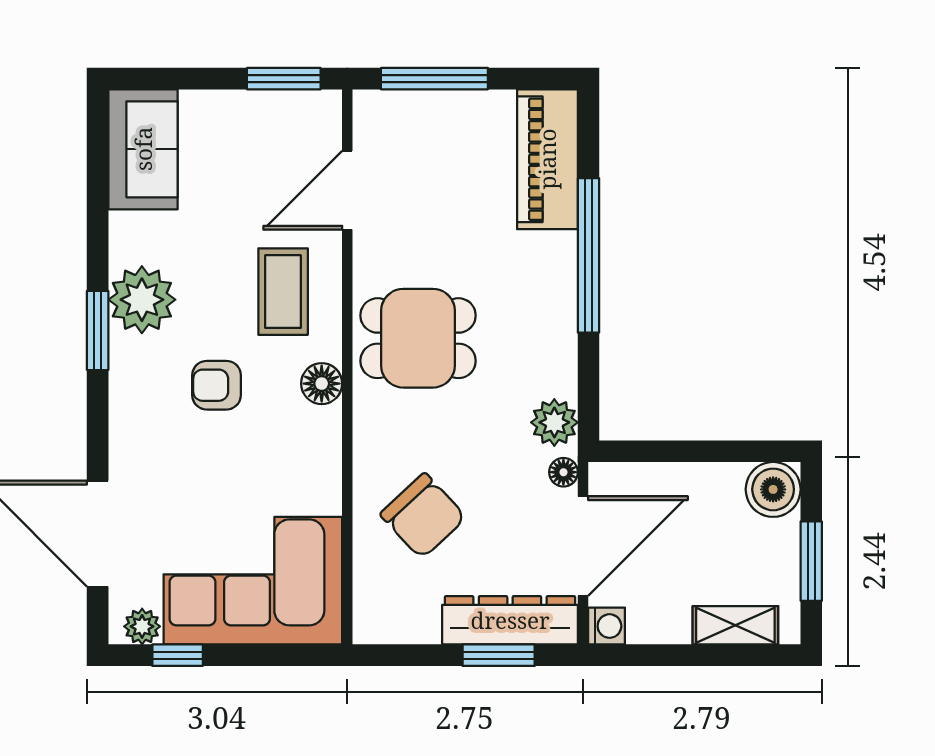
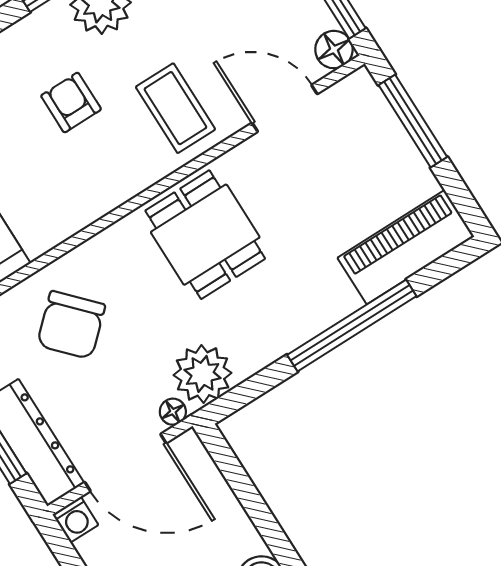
coffee table: (283, 292) -> (175, 108), turned 90
floor lamp: (322, 384) -> (334, 50), moved
plant: (554, 422) -> (203, 374), width x1.36, depth x1.36

